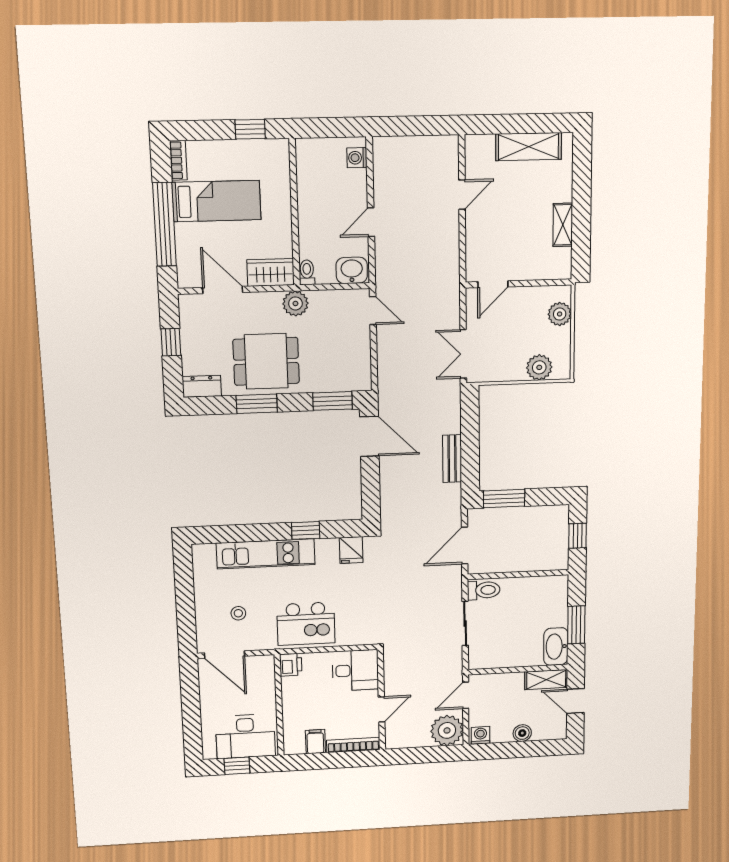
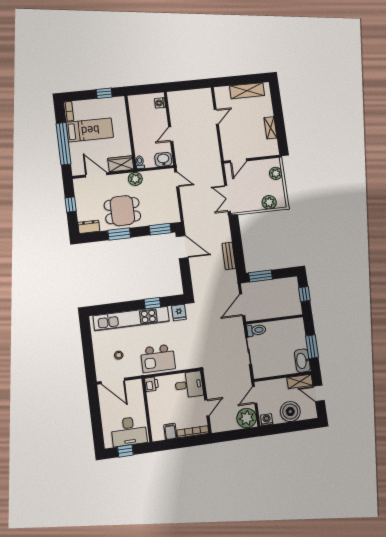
kitchen unit: (266, 554) -> (131, 319), width x1.36
boiler: (522, 733) -> (290, 412), width x1.86, depth x1.86

